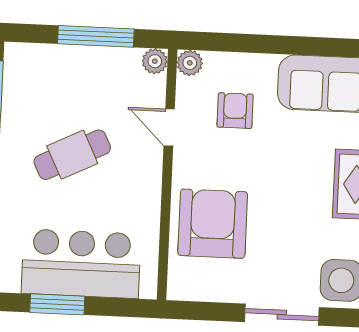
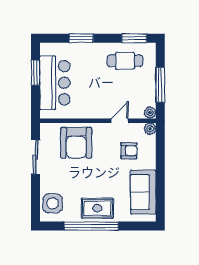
cafe table: (72, 155) -> (125, 61), moved, turned -64
armchair: (213, 224) -> (76, 143), turned 90
sliding door: (282, 315) -> (36, 157), moved

